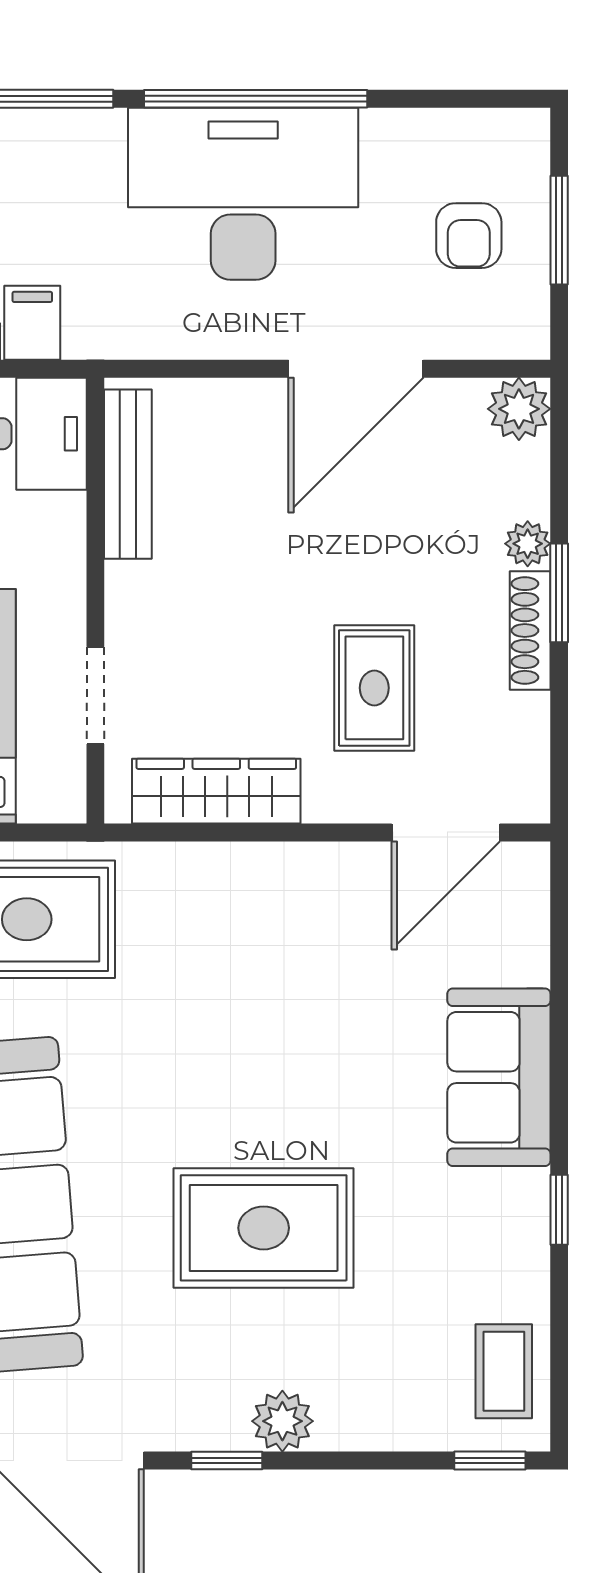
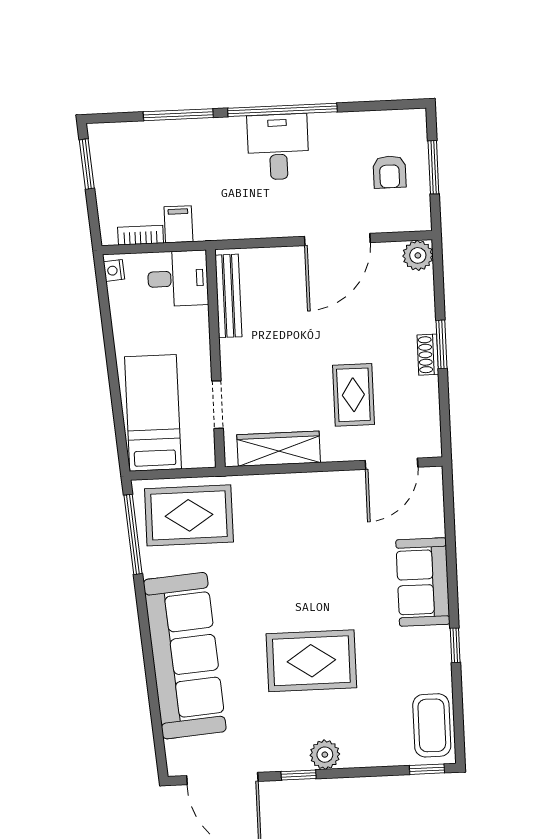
desk: (243, 194) -> (278, 147), width x0.53, depth x0.77
plant: (528, 544) -> (425, 321), removed
shoe rack: (530, 630) -> (428, 355), width x0.70
coffee table: (504, 1371) -> (432, 725), width x1.36, depth x1.30

